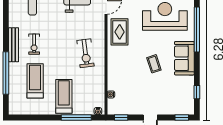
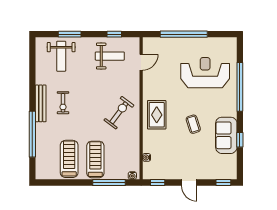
rug: (120, 32) -> (157, 115), moved
exercise bike: (86, 53) -> (119, 113), turned -136
sofa: (184, 58) -> (226, 135), moved
treadmill: (35, 81) -> (69, 159), moved
window: (197, 92) -> (240, 140), moved

